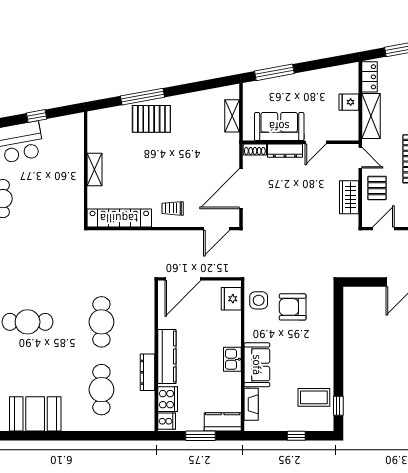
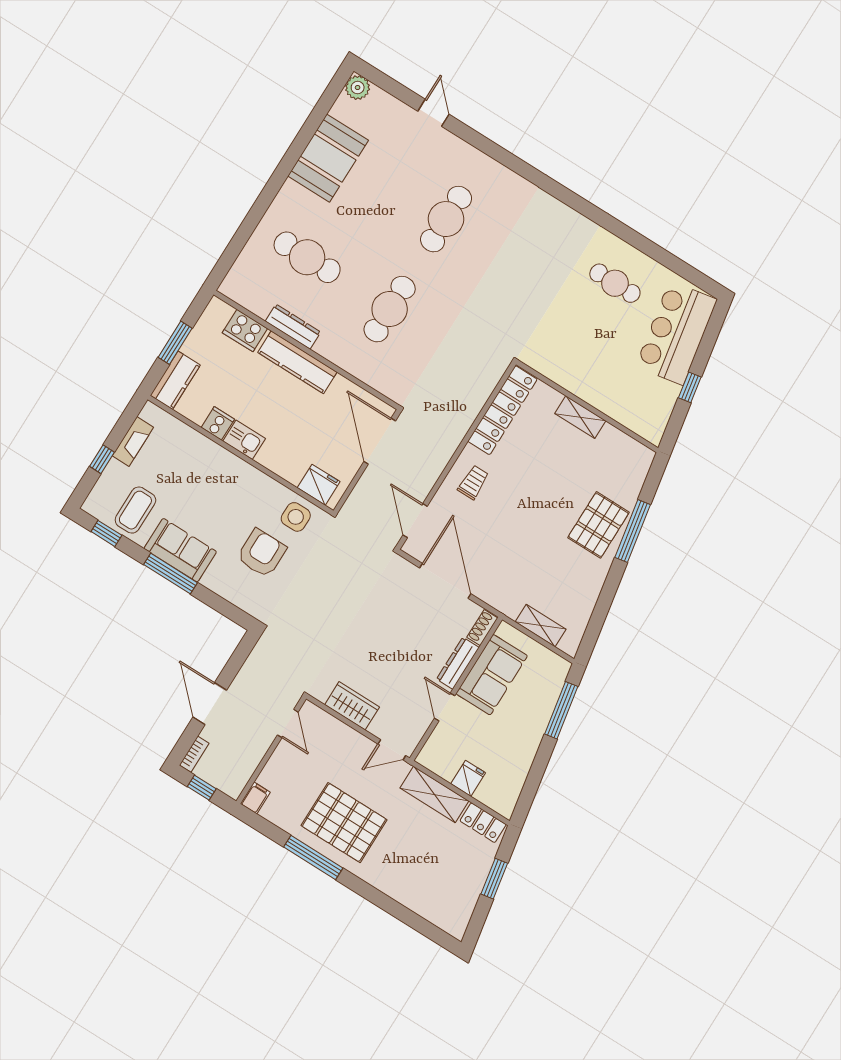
pallet: (377, 188) -> (342, 747), removed
cafe table: (101, 322) -> (390, 309), turned 90
window: (338, 353) -> (171, 574), added
sofa: (257, 365) -> (180, 550), moved, turned 180
fireplace: (251, 404) -> (133, 442), moved, turned -90
cooker: (167, 421) -> (218, 423), moved, turned 180

